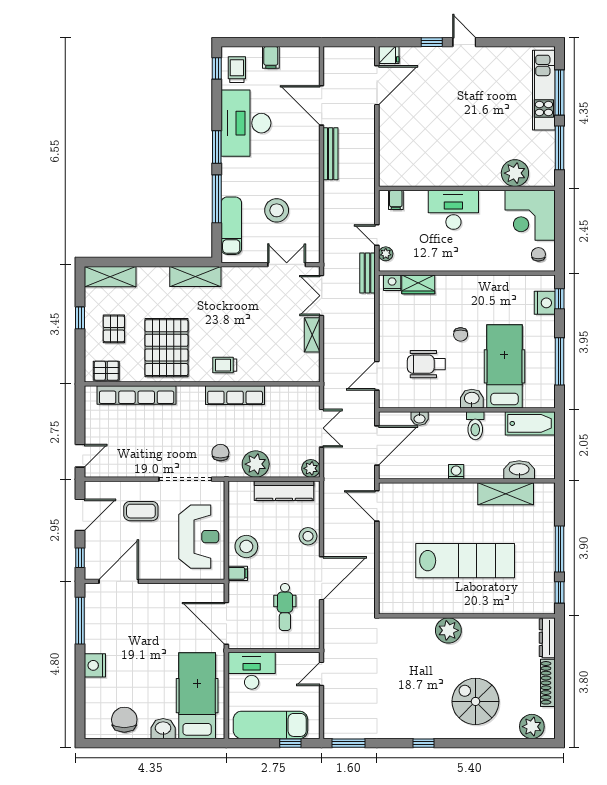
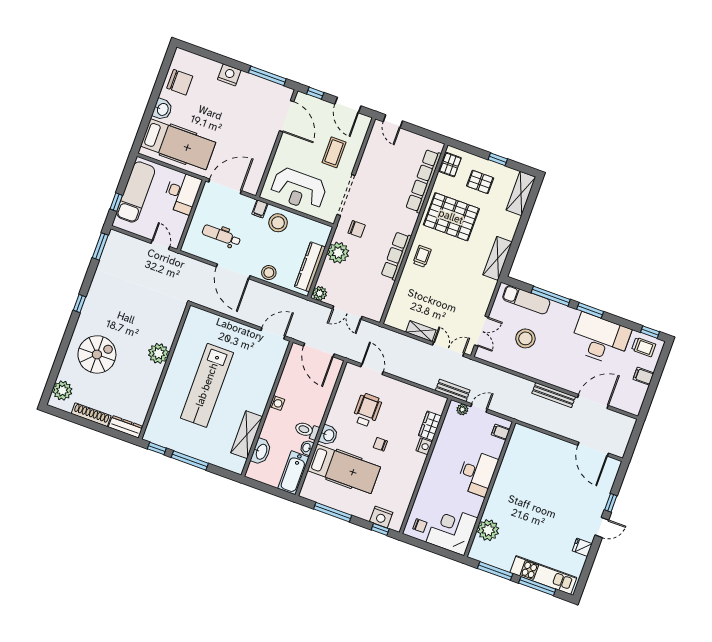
fridge: (389, 55) -> (582, 547), moved, turned 90
nightstand: (392, 283) -> (424, 446), moved
washbasin: (420, 419) -> (307, 448), moved

